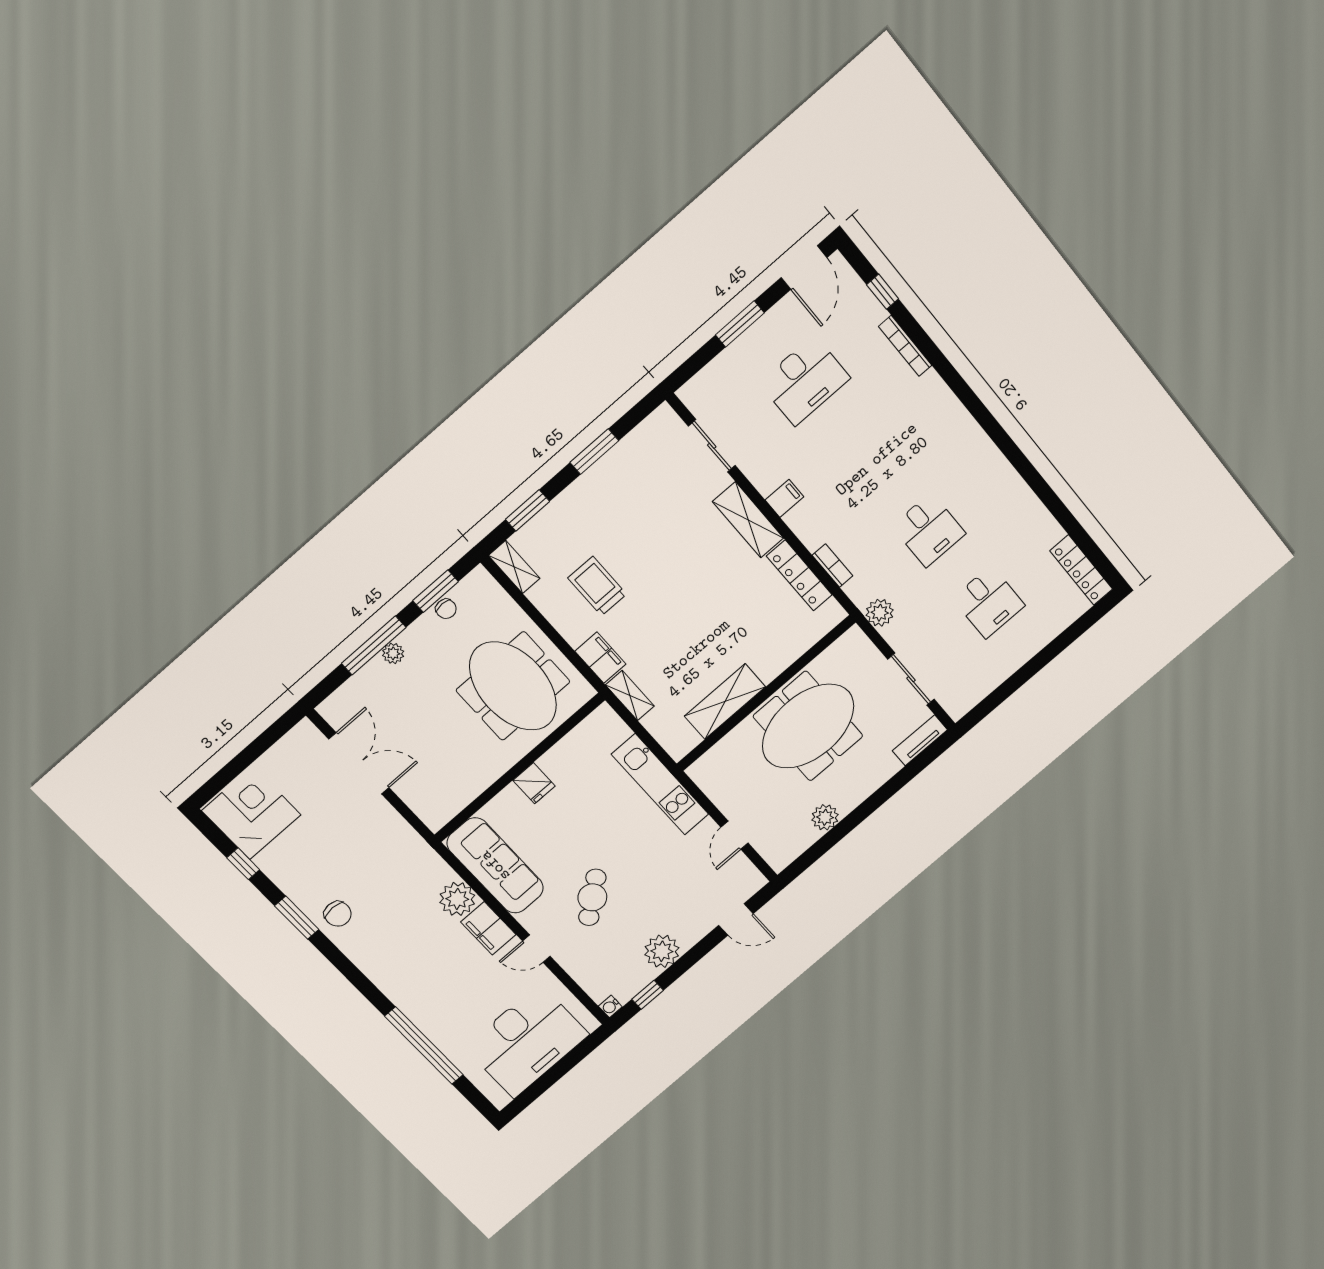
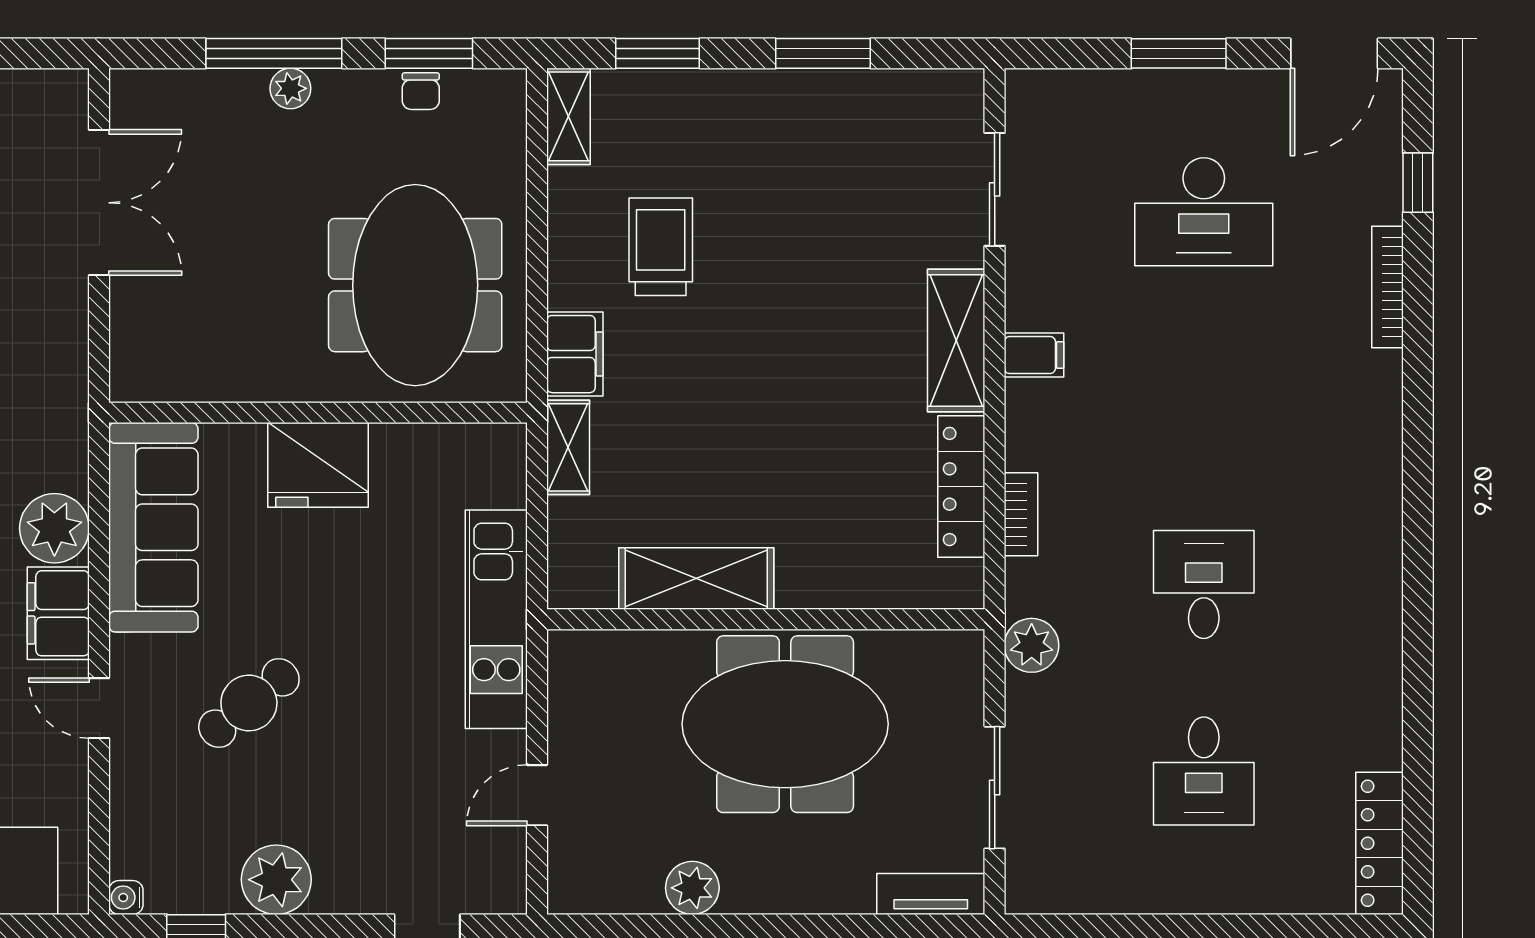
desk: (929, 530) -> (1204, 585), turned 180
fridge: (534, 783) -> (318, 465), width x1.88, depth x1.34

